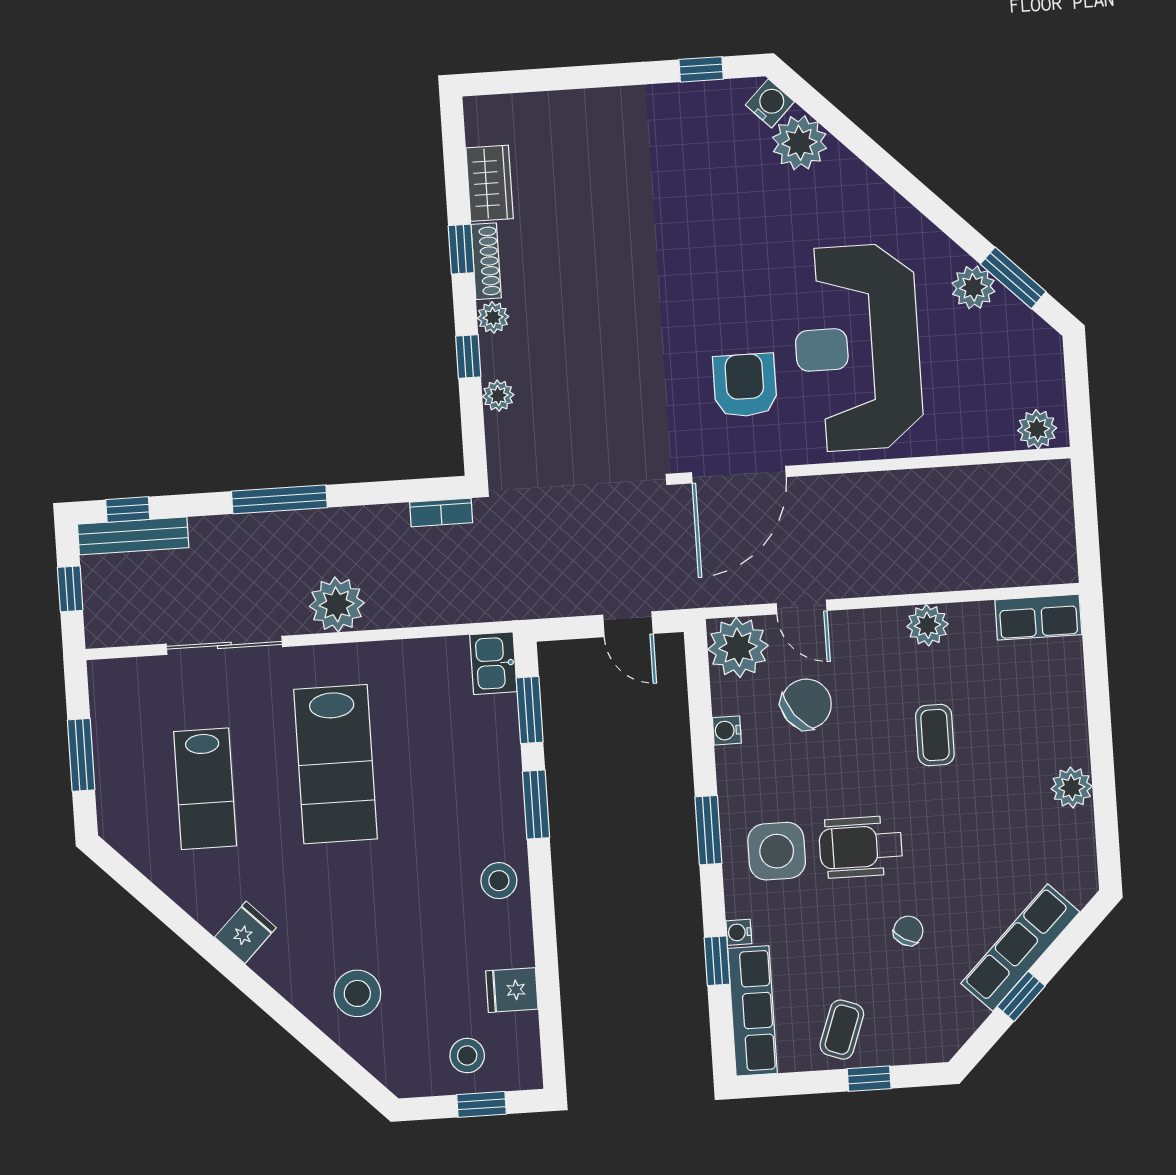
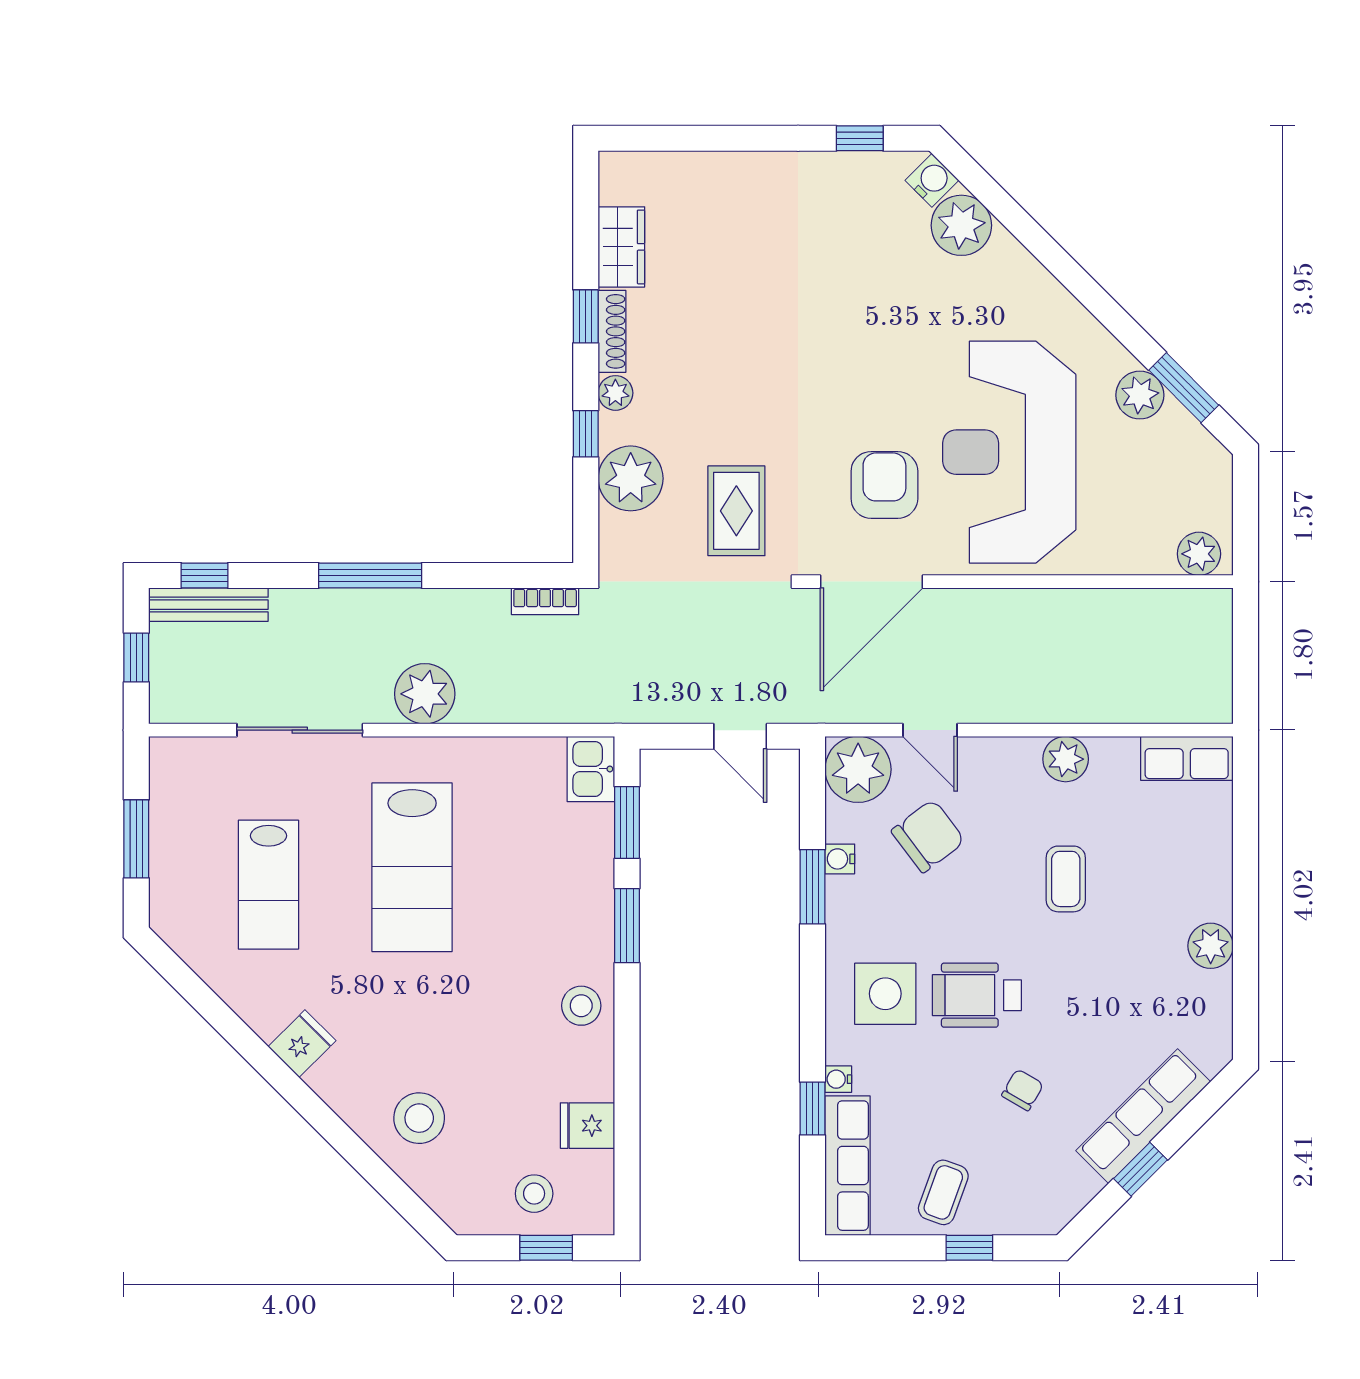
plant: (498, 396) -> (631, 478), width x1.88, depth x1.88
rug: (611, 418) -> (736, 511), added
window: (708, 830) -> (813, 887), moved

